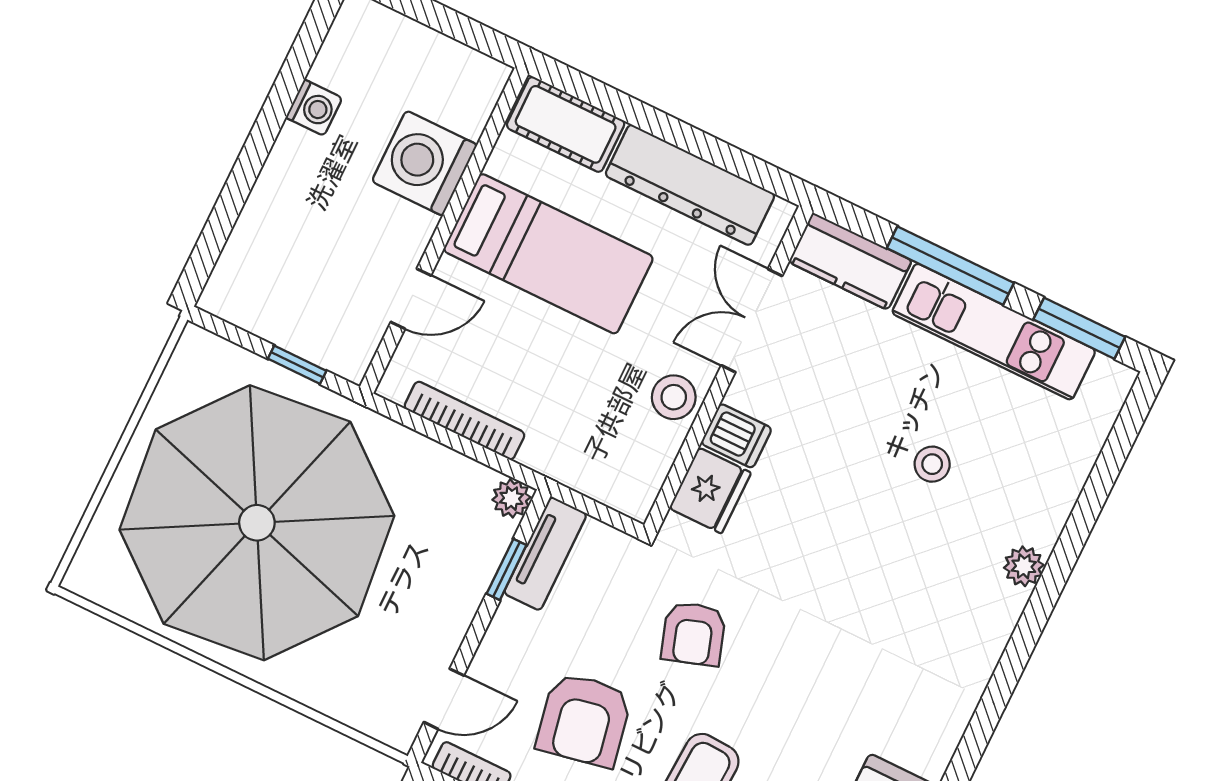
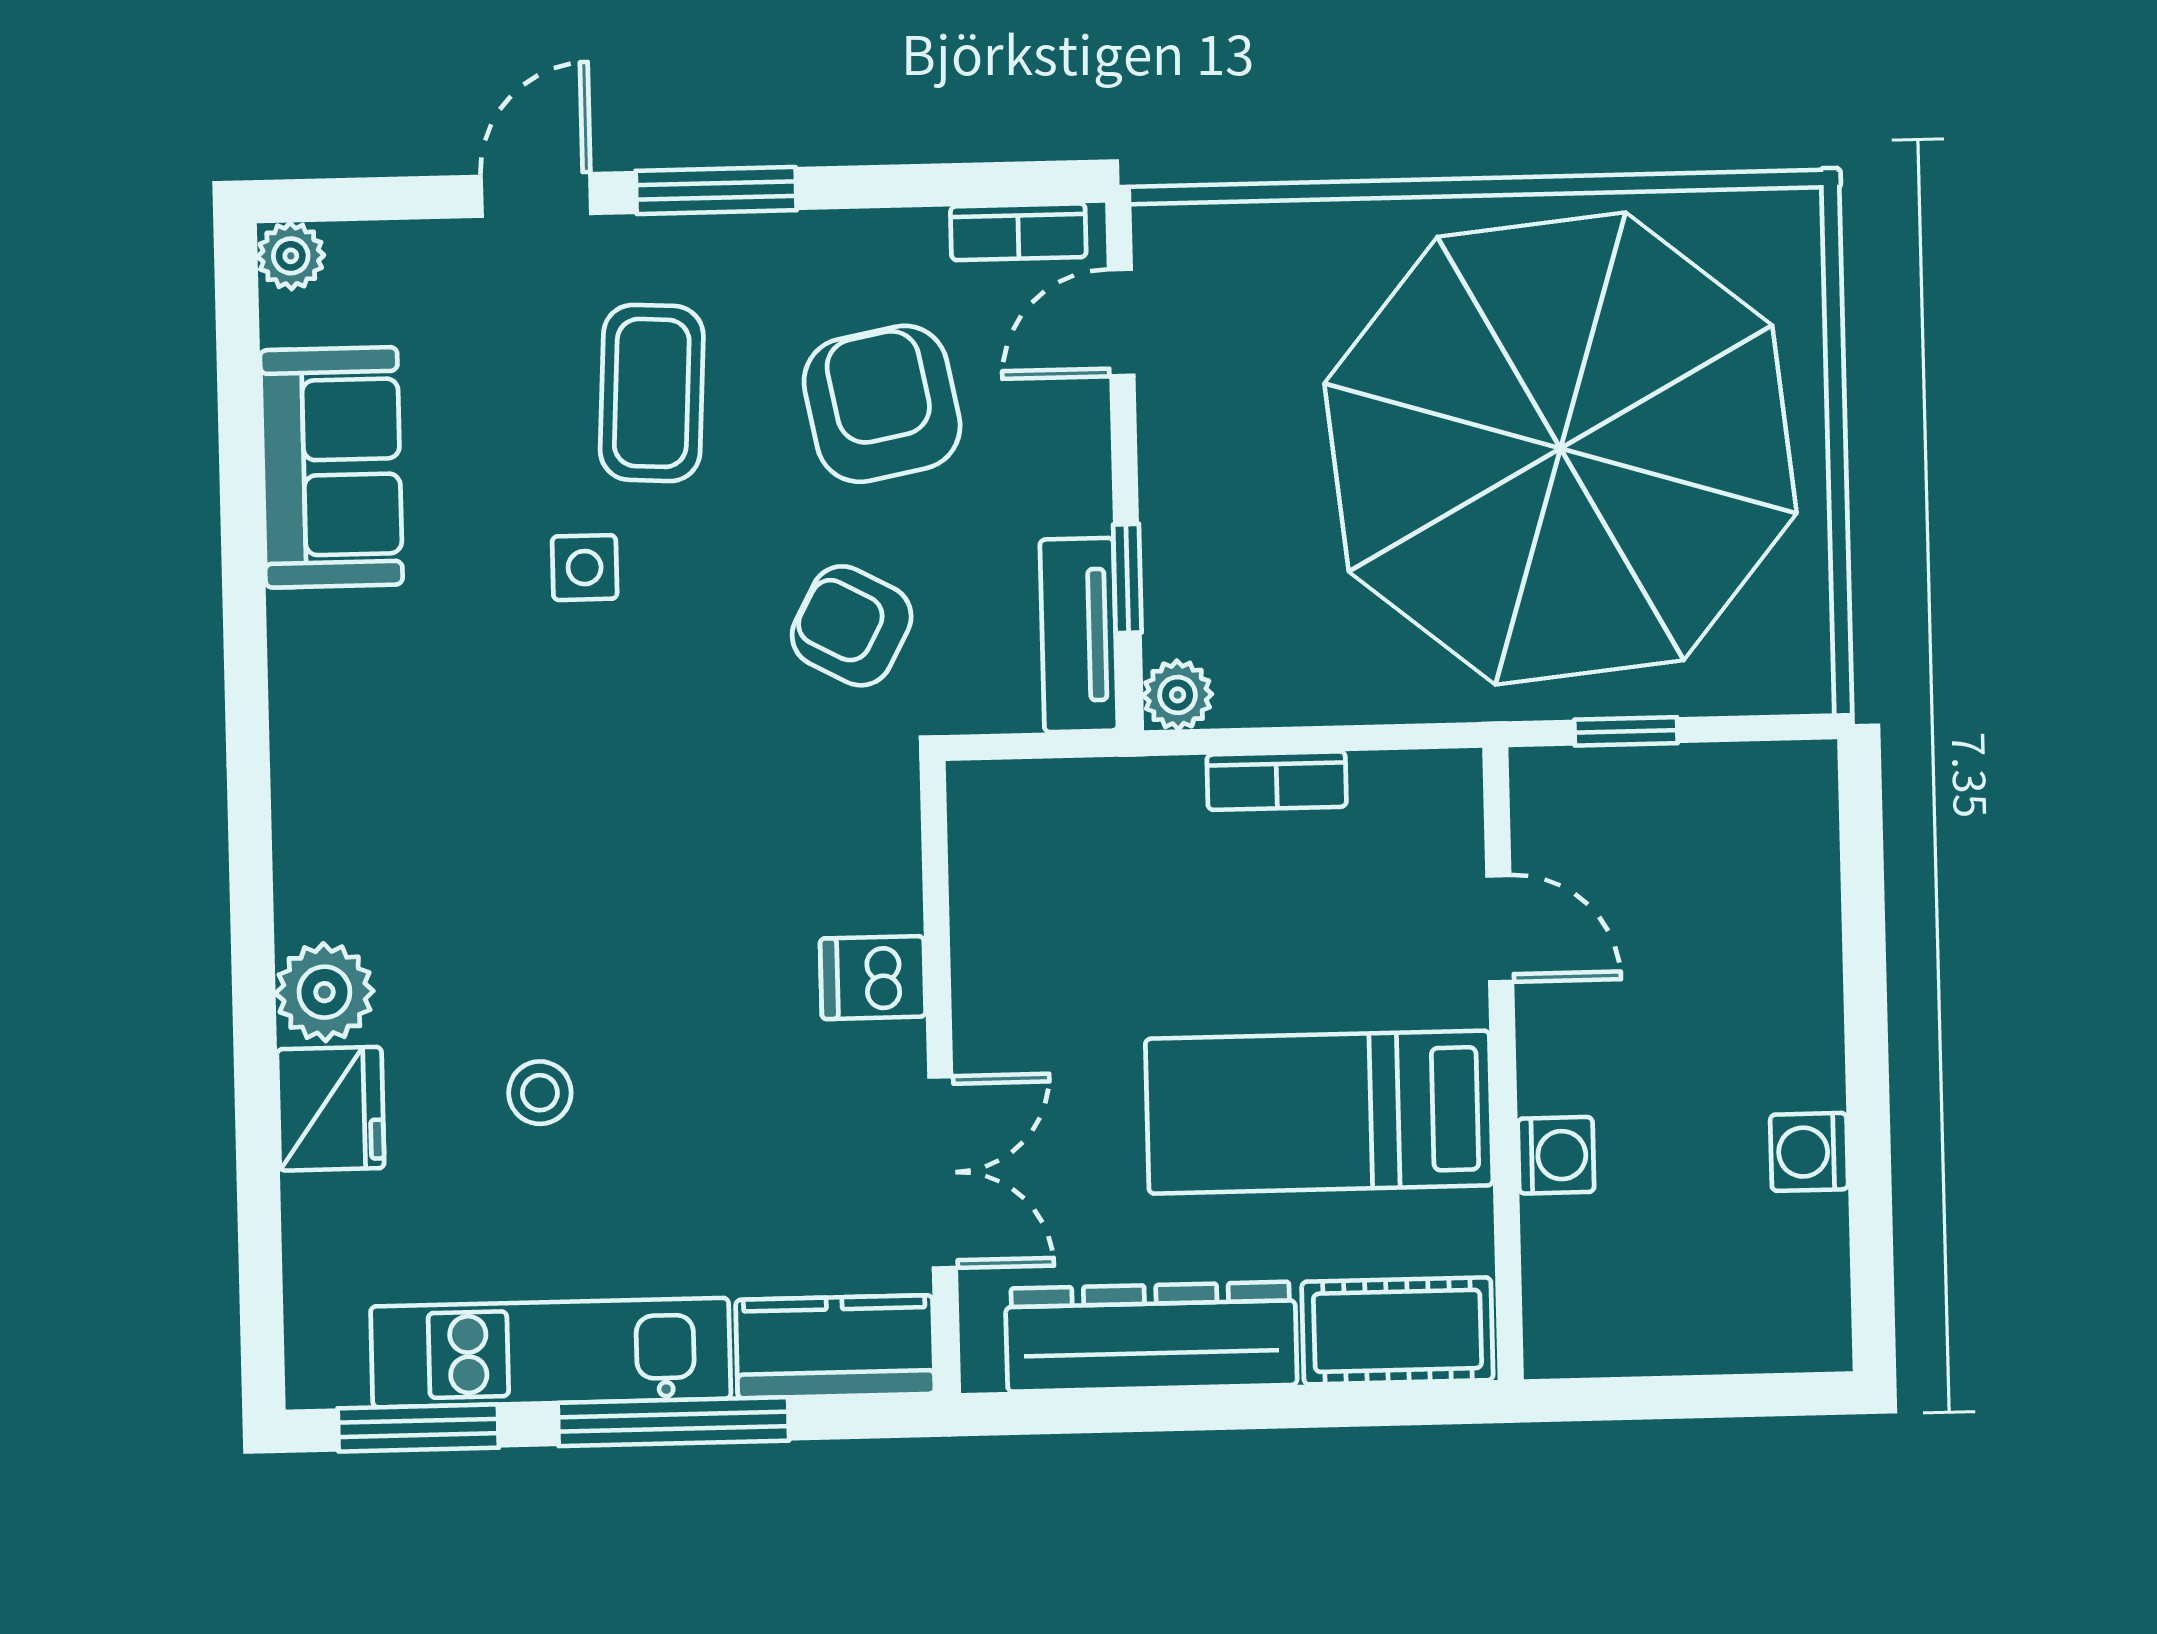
washing machine: (424, 163) -> (1556, 1155), width x0.53, depth x0.53
door: (411, 299) -> (1500, 929), swing flipped
stool: (674, 397) -> (1003, 988), removed
bookcase: (464, 421) -> (1277, 781), width x0.64
fridge: (710, 490) -> (331, 1109), moved, turned 180
plant: (1024, 566) -> (324, 992), width x1.38, depth x1.38
armchair: (694, 634) -> (852, 626), moved, turned -44
side table: (775, 715) -> (585, 568), added

